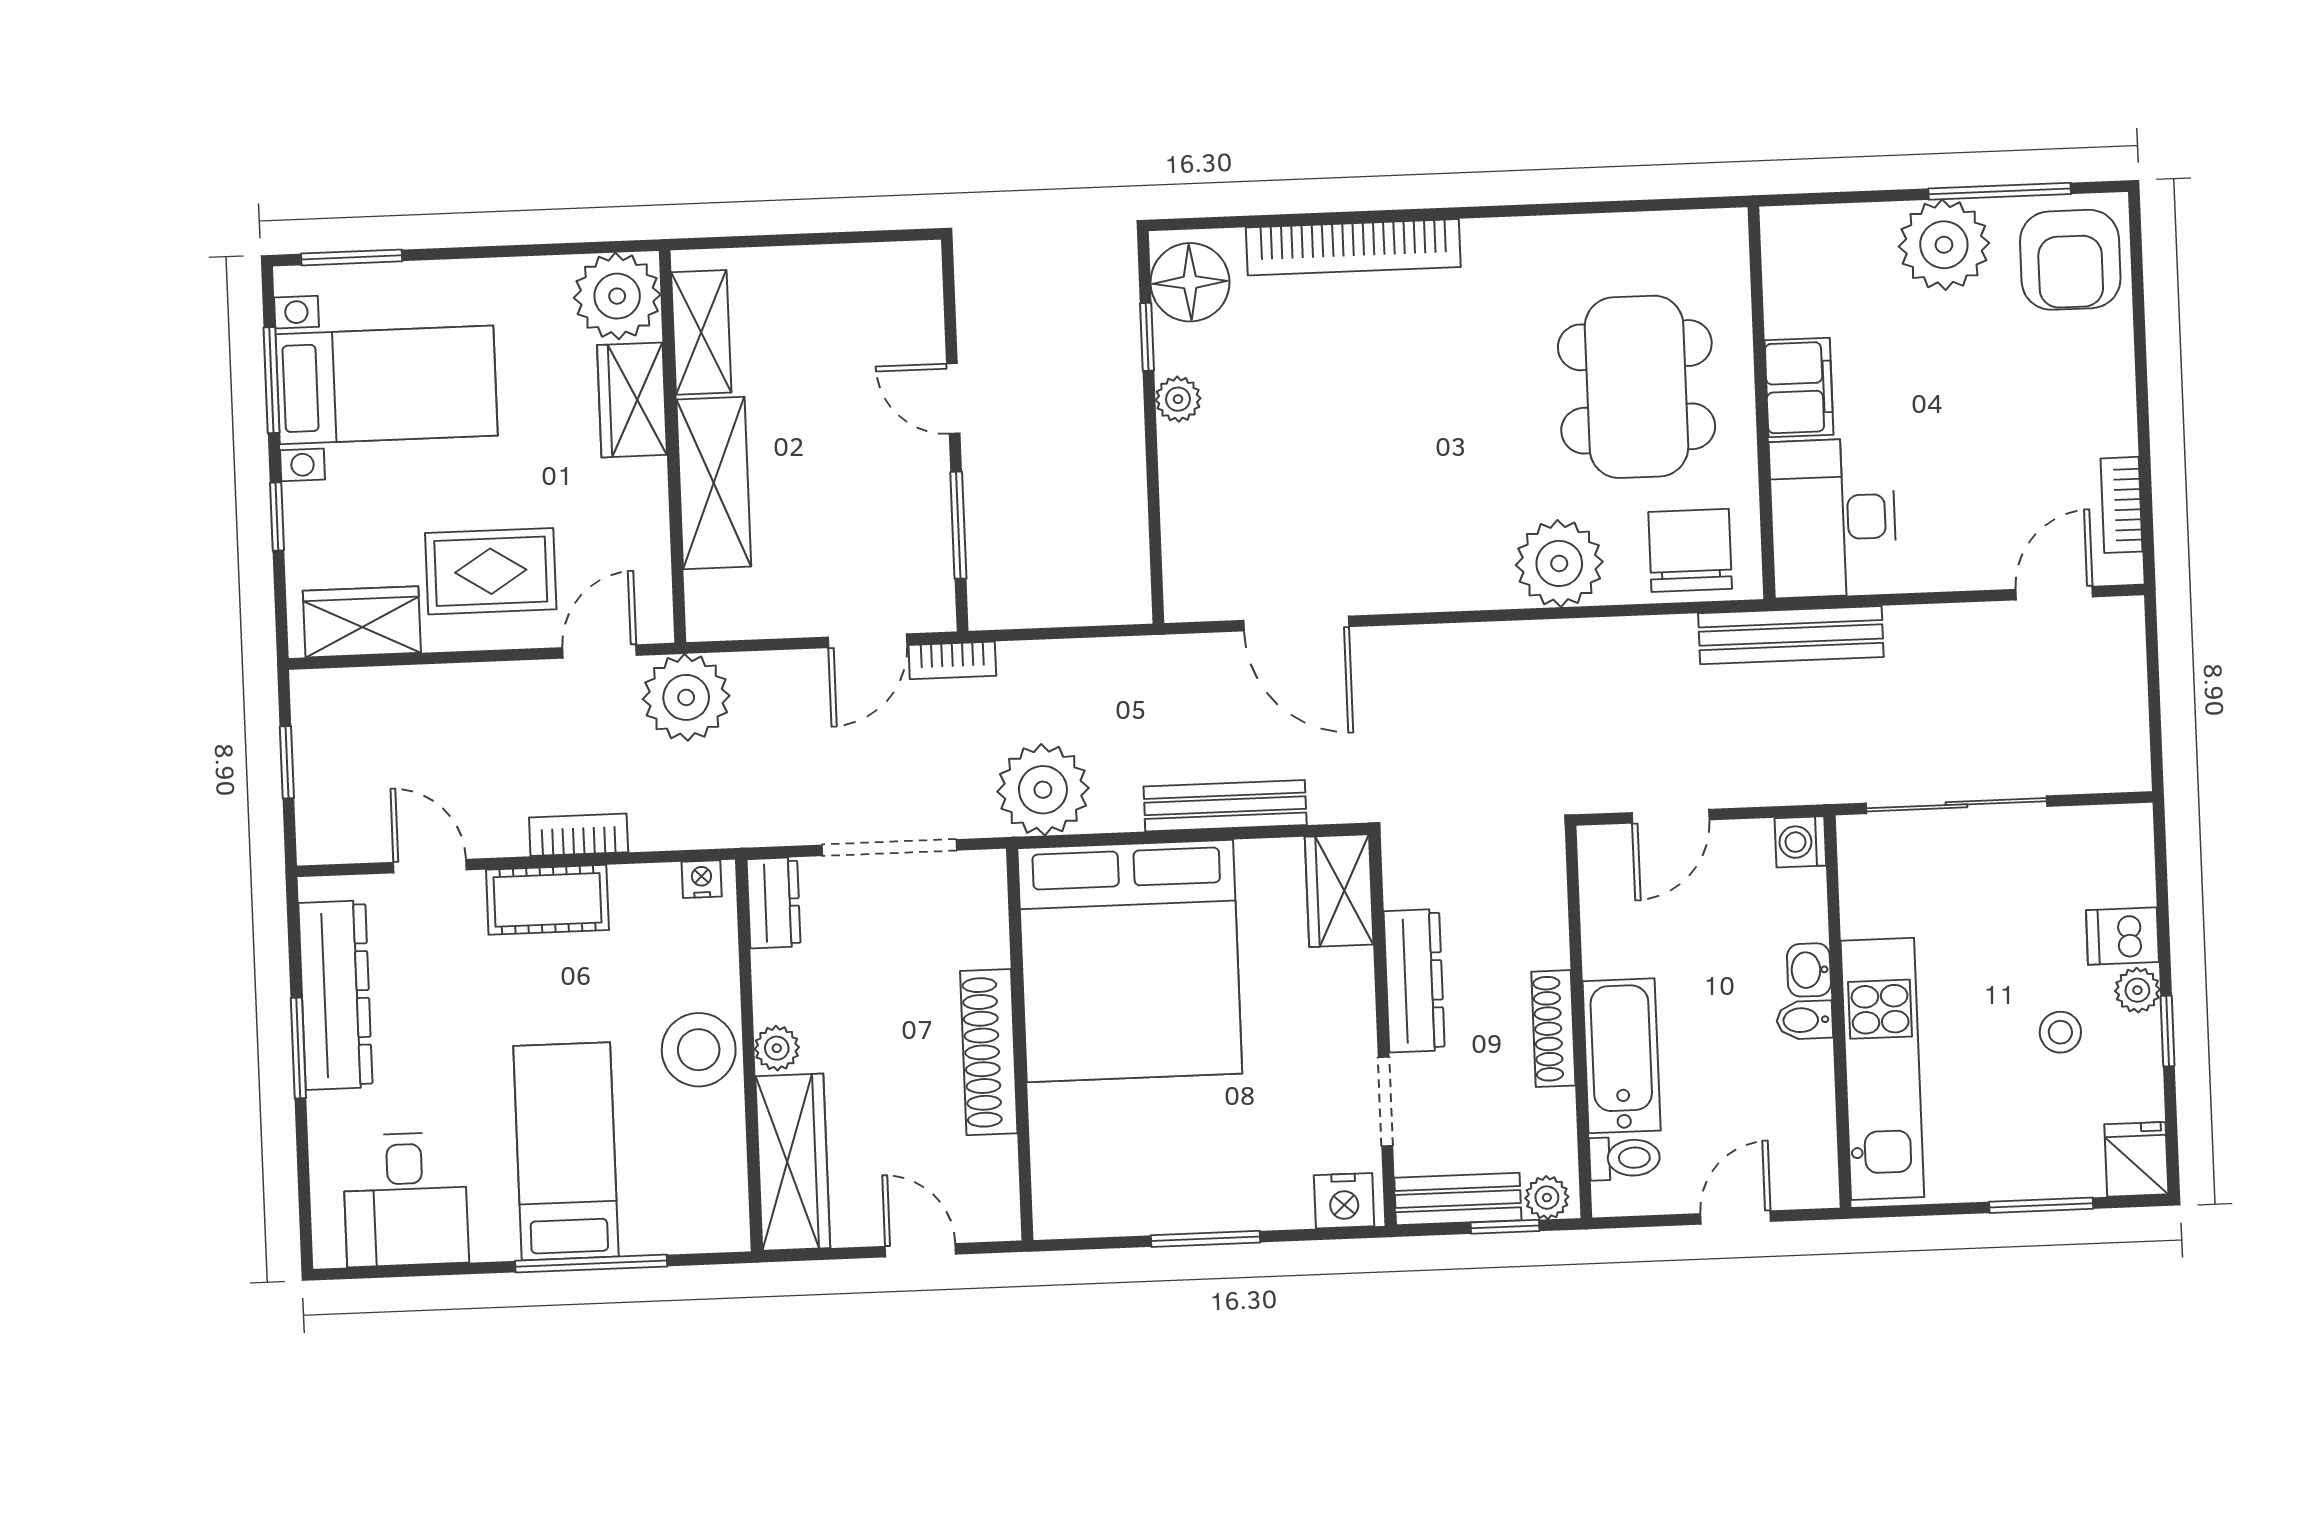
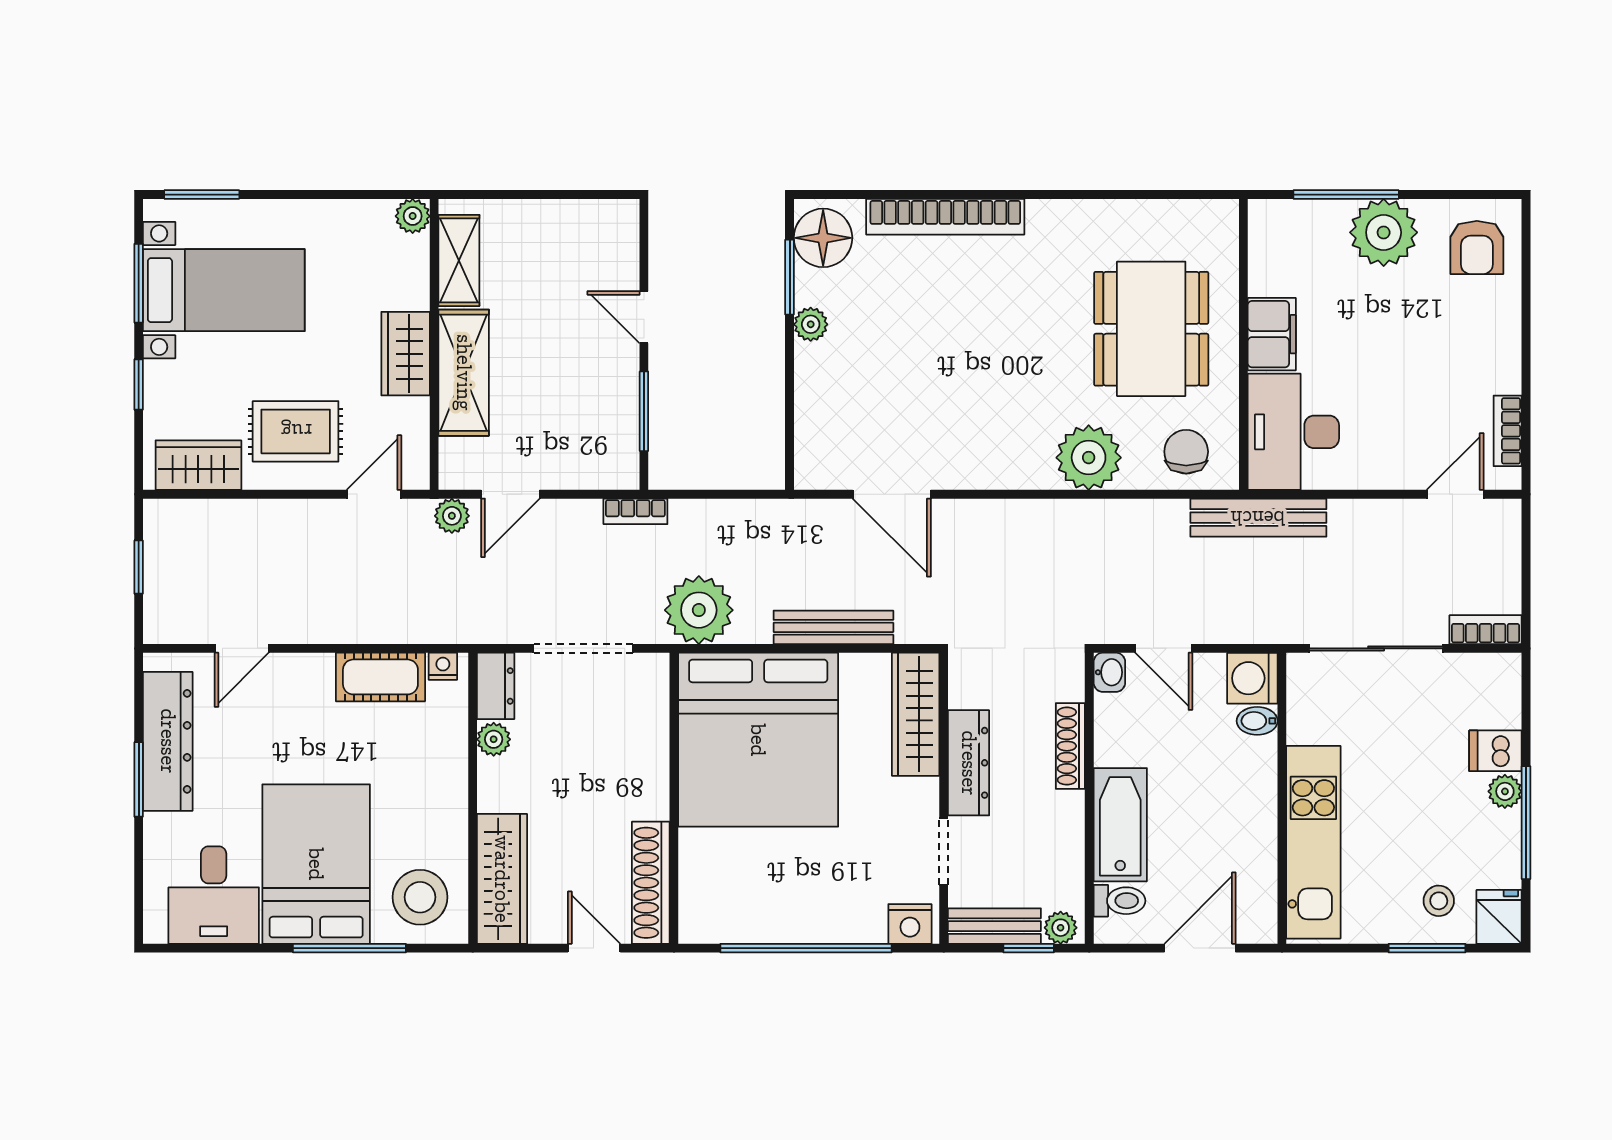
window: (2000, 191) -> (1346, 195), moved
armchair: (2070, 260) -> (1477, 247), width x0.72, depth x0.72
plant: (617, 296) -> (413, 216), width x0.53, depth x0.53
window: (1147, 337) -> (790, 277), width x1.50
wardrobe: (632, 400) -> (406, 354), moved
chair: (1690, 550) -> (1186, 452), width x0.73, depth x0.73
door: (868, 641) -> (510, 494), moved
plant: (686, 697) -> (452, 516), width x0.53, depth x0.53
door: (1671, 816) -> (1164, 648), hinge flipped
bookcase: (579, 835) -> (1486, 630), moved
washing machine: (1800, 842) -> (1252, 678), width x1.38, depth x1.38
door: (430, 866) -> (242, 648), swing flipped
wardrobe: (1339, 891) -> (916, 714), width x1.50
cot: (547, 900) -> (380, 677), moved
washbasin: (1809, 970) -> (1109, 672), moved, turned 180
bidet: (1805, 1020) -> (1257, 721), moved
shoe rack: (1553, 1029) -> (1070, 746), moved
window: (2167, 1031) -> (1526, 823), width x2.17
stool: (2060, 1032) -> (1439, 901), moved
plant: (777, 1048) -> (494, 739), moved
stool: (699, 1050) -> (420, 897), moved
shoe rack: (989, 1052) -> (651, 883), moved
bed: (566, 1151) -> (316, 864), width x1.50
door: (1736, 1218) -> (1200, 948), width x1.38
window: (1205, 1239) -> (806, 948), width x2.11

